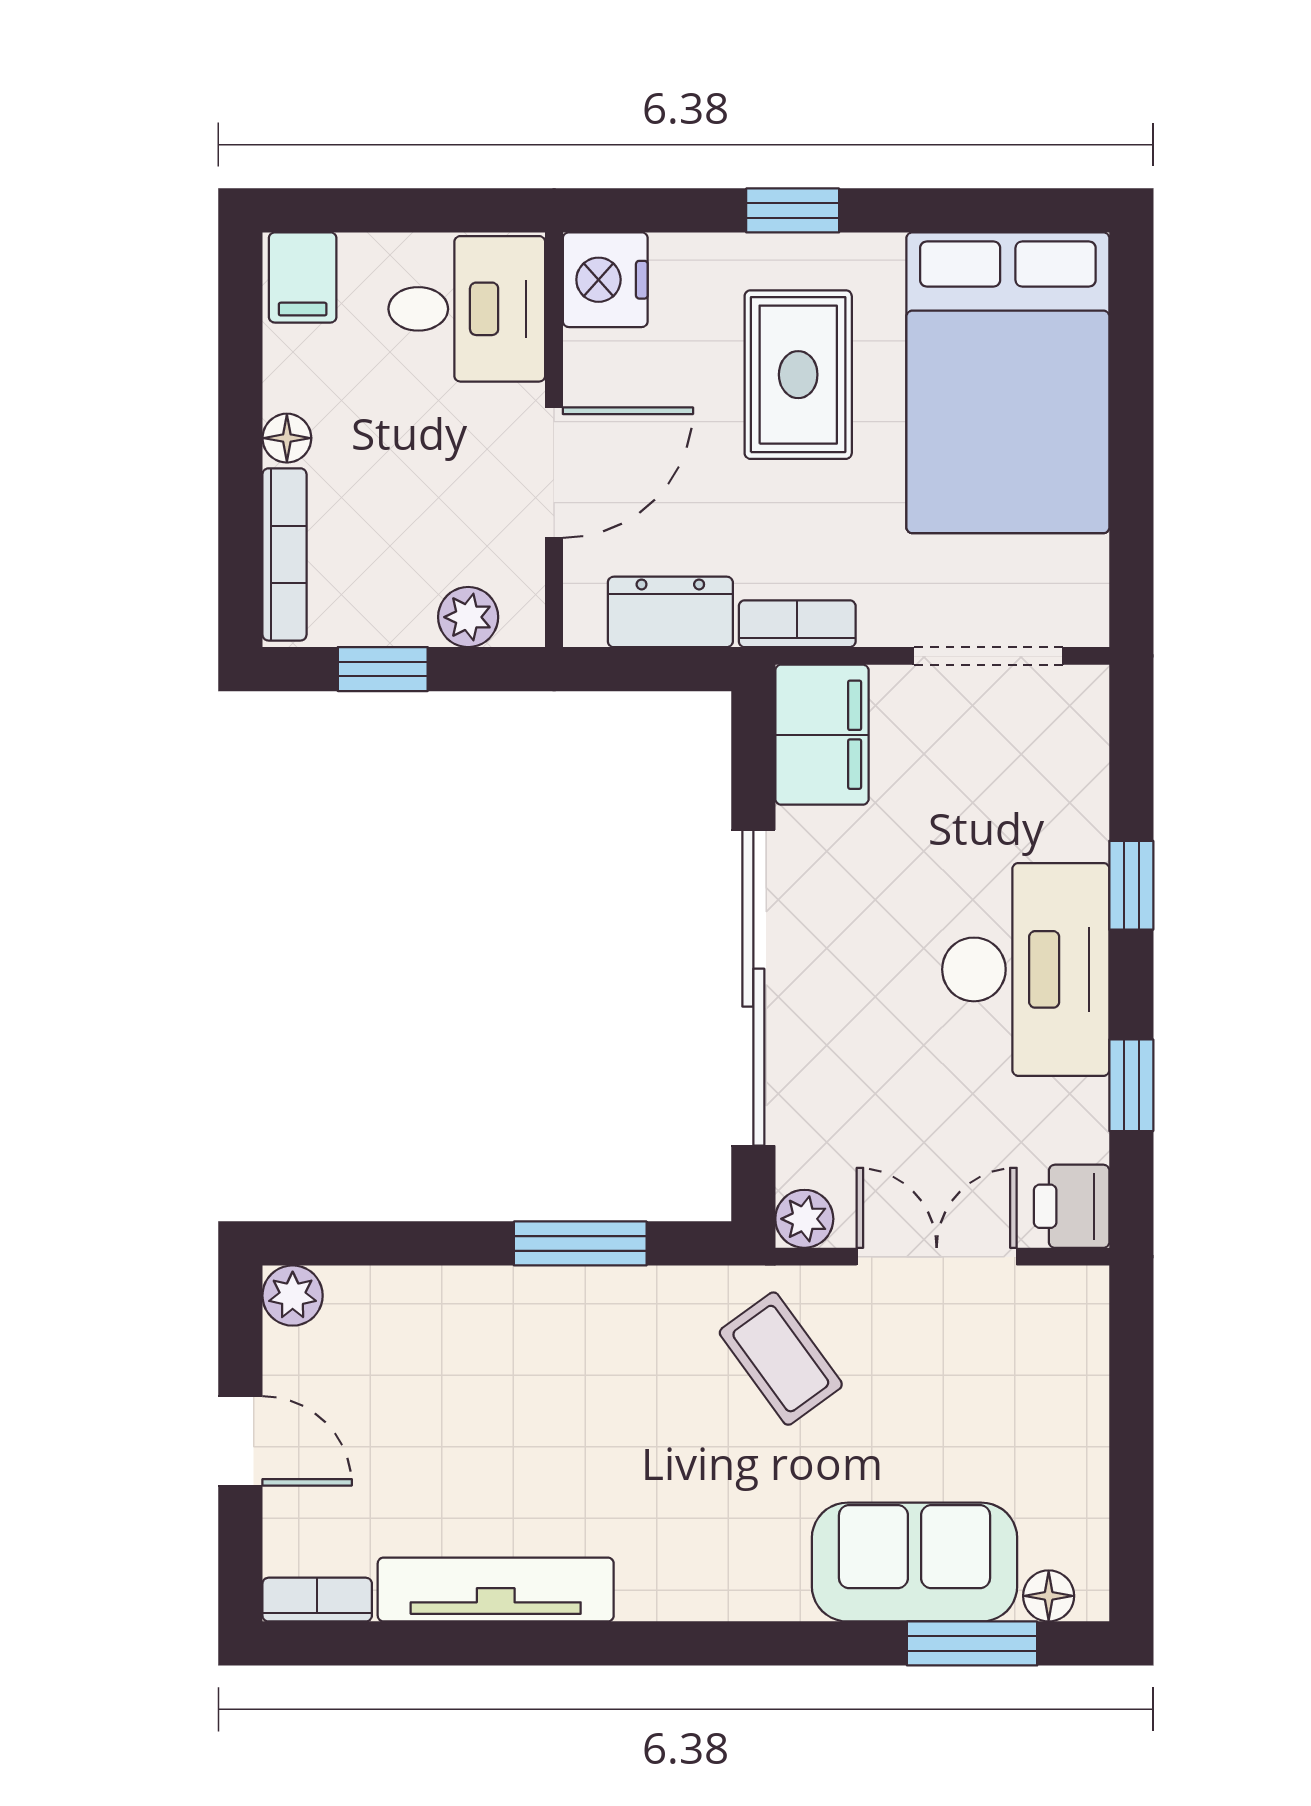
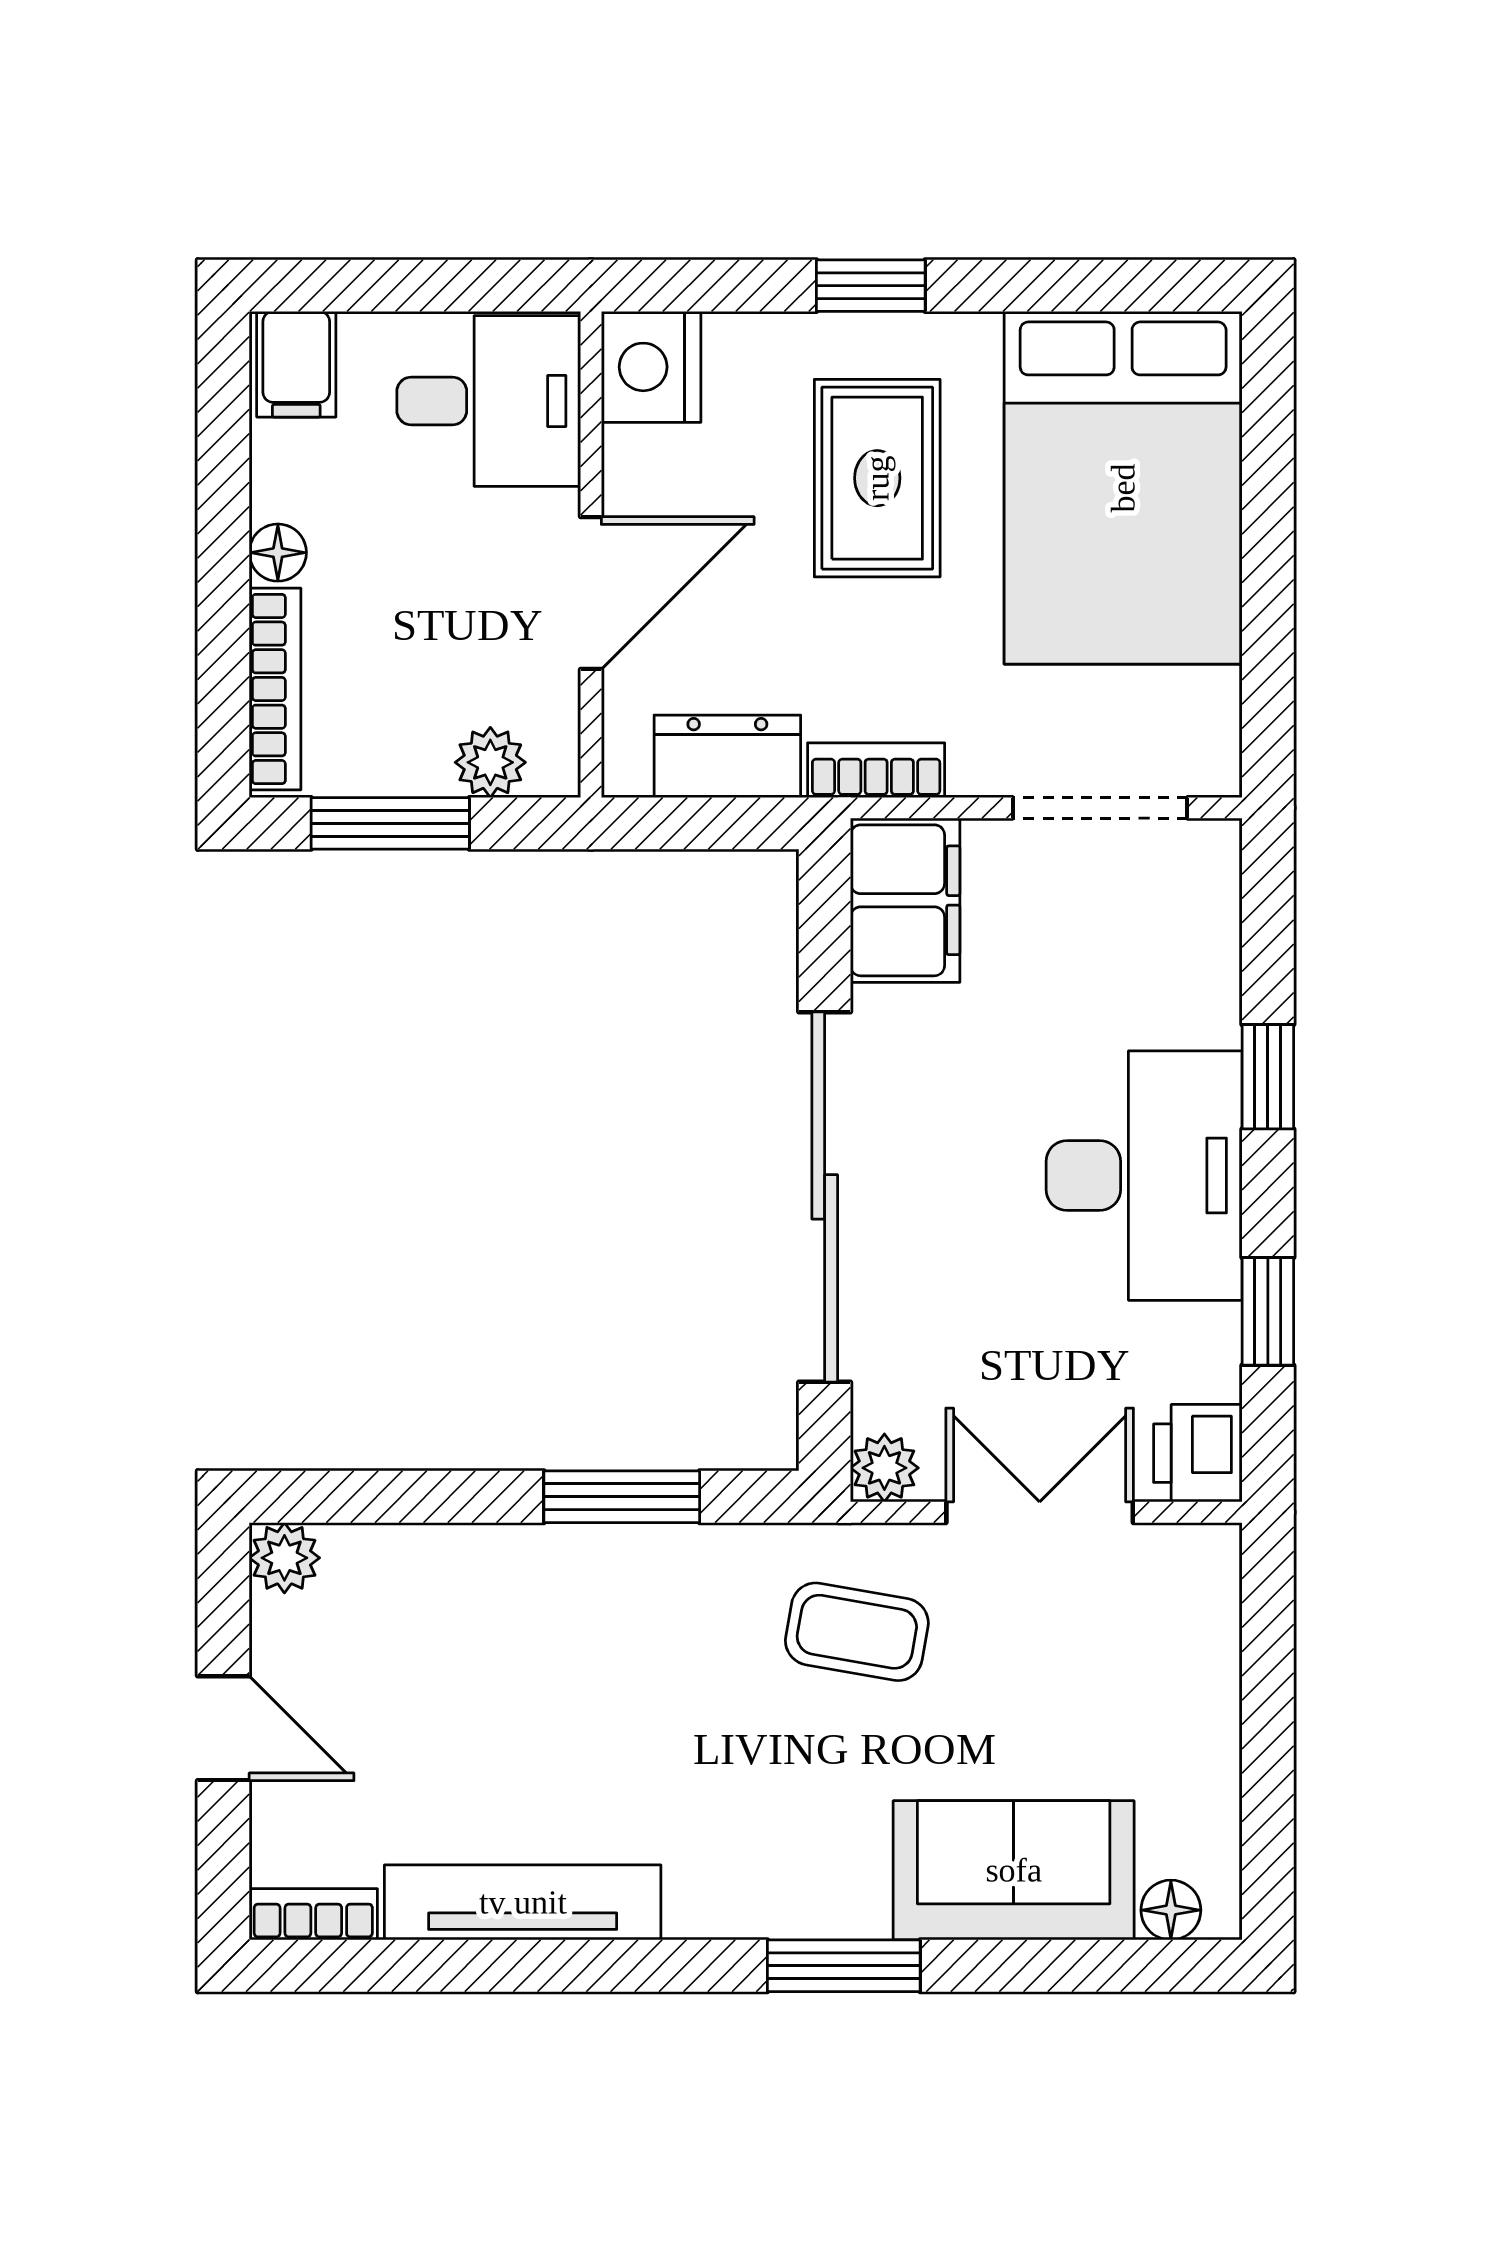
window: (383, 669) -> (390, 823), width x1.50
coffee table: (781, 1359) -> (857, 1632), turned -44
window: (972, 1643) -> (844, 1966), moved

